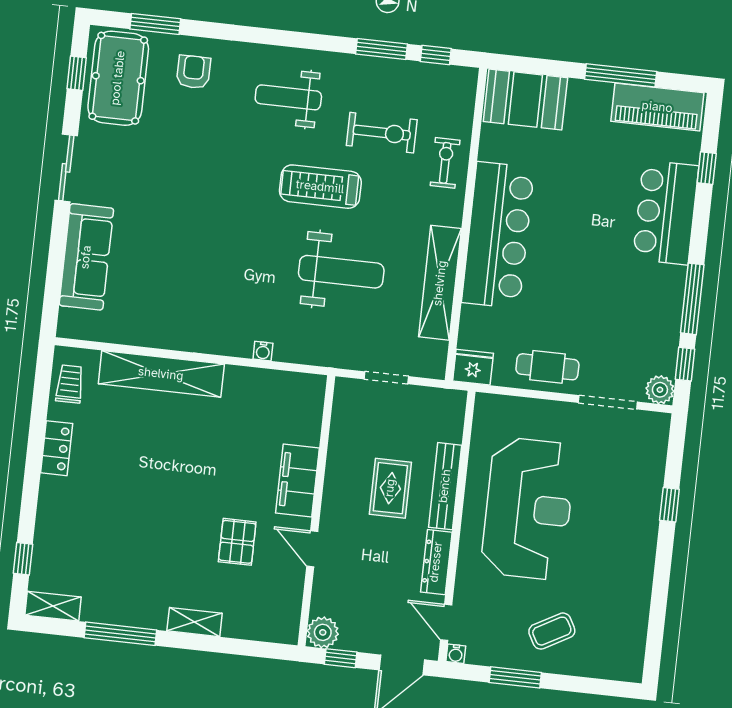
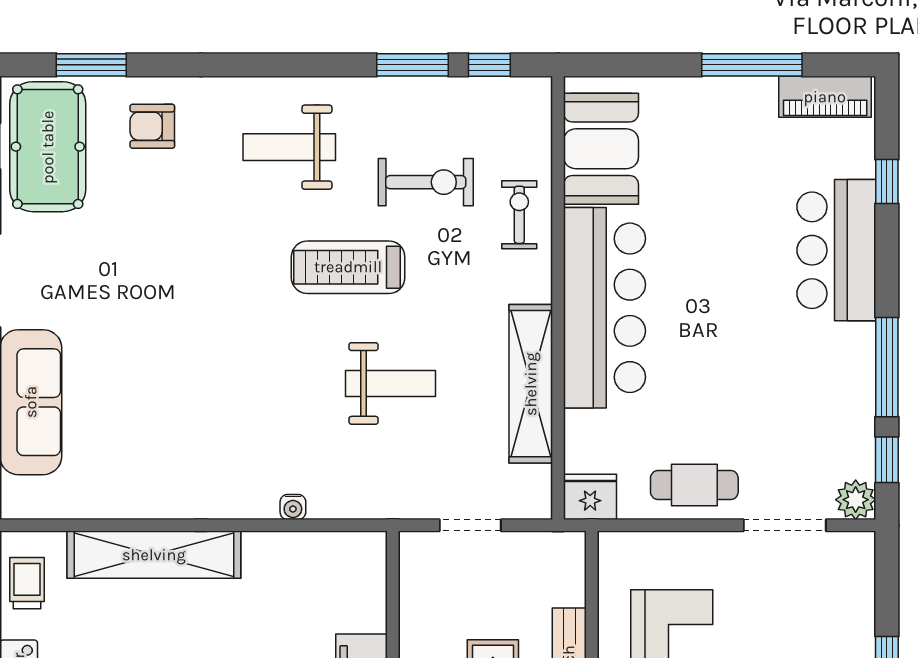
armchair: (194, 72) -> (152, 126), turned -90
booth: (525, 100) -> (601, 149), moved, turned 90
piano: (657, 107) -> (825, 97), width x0.73, depth x0.75
weight bench: (341, 272) -> (390, 383), width x0.73, depth x0.75

